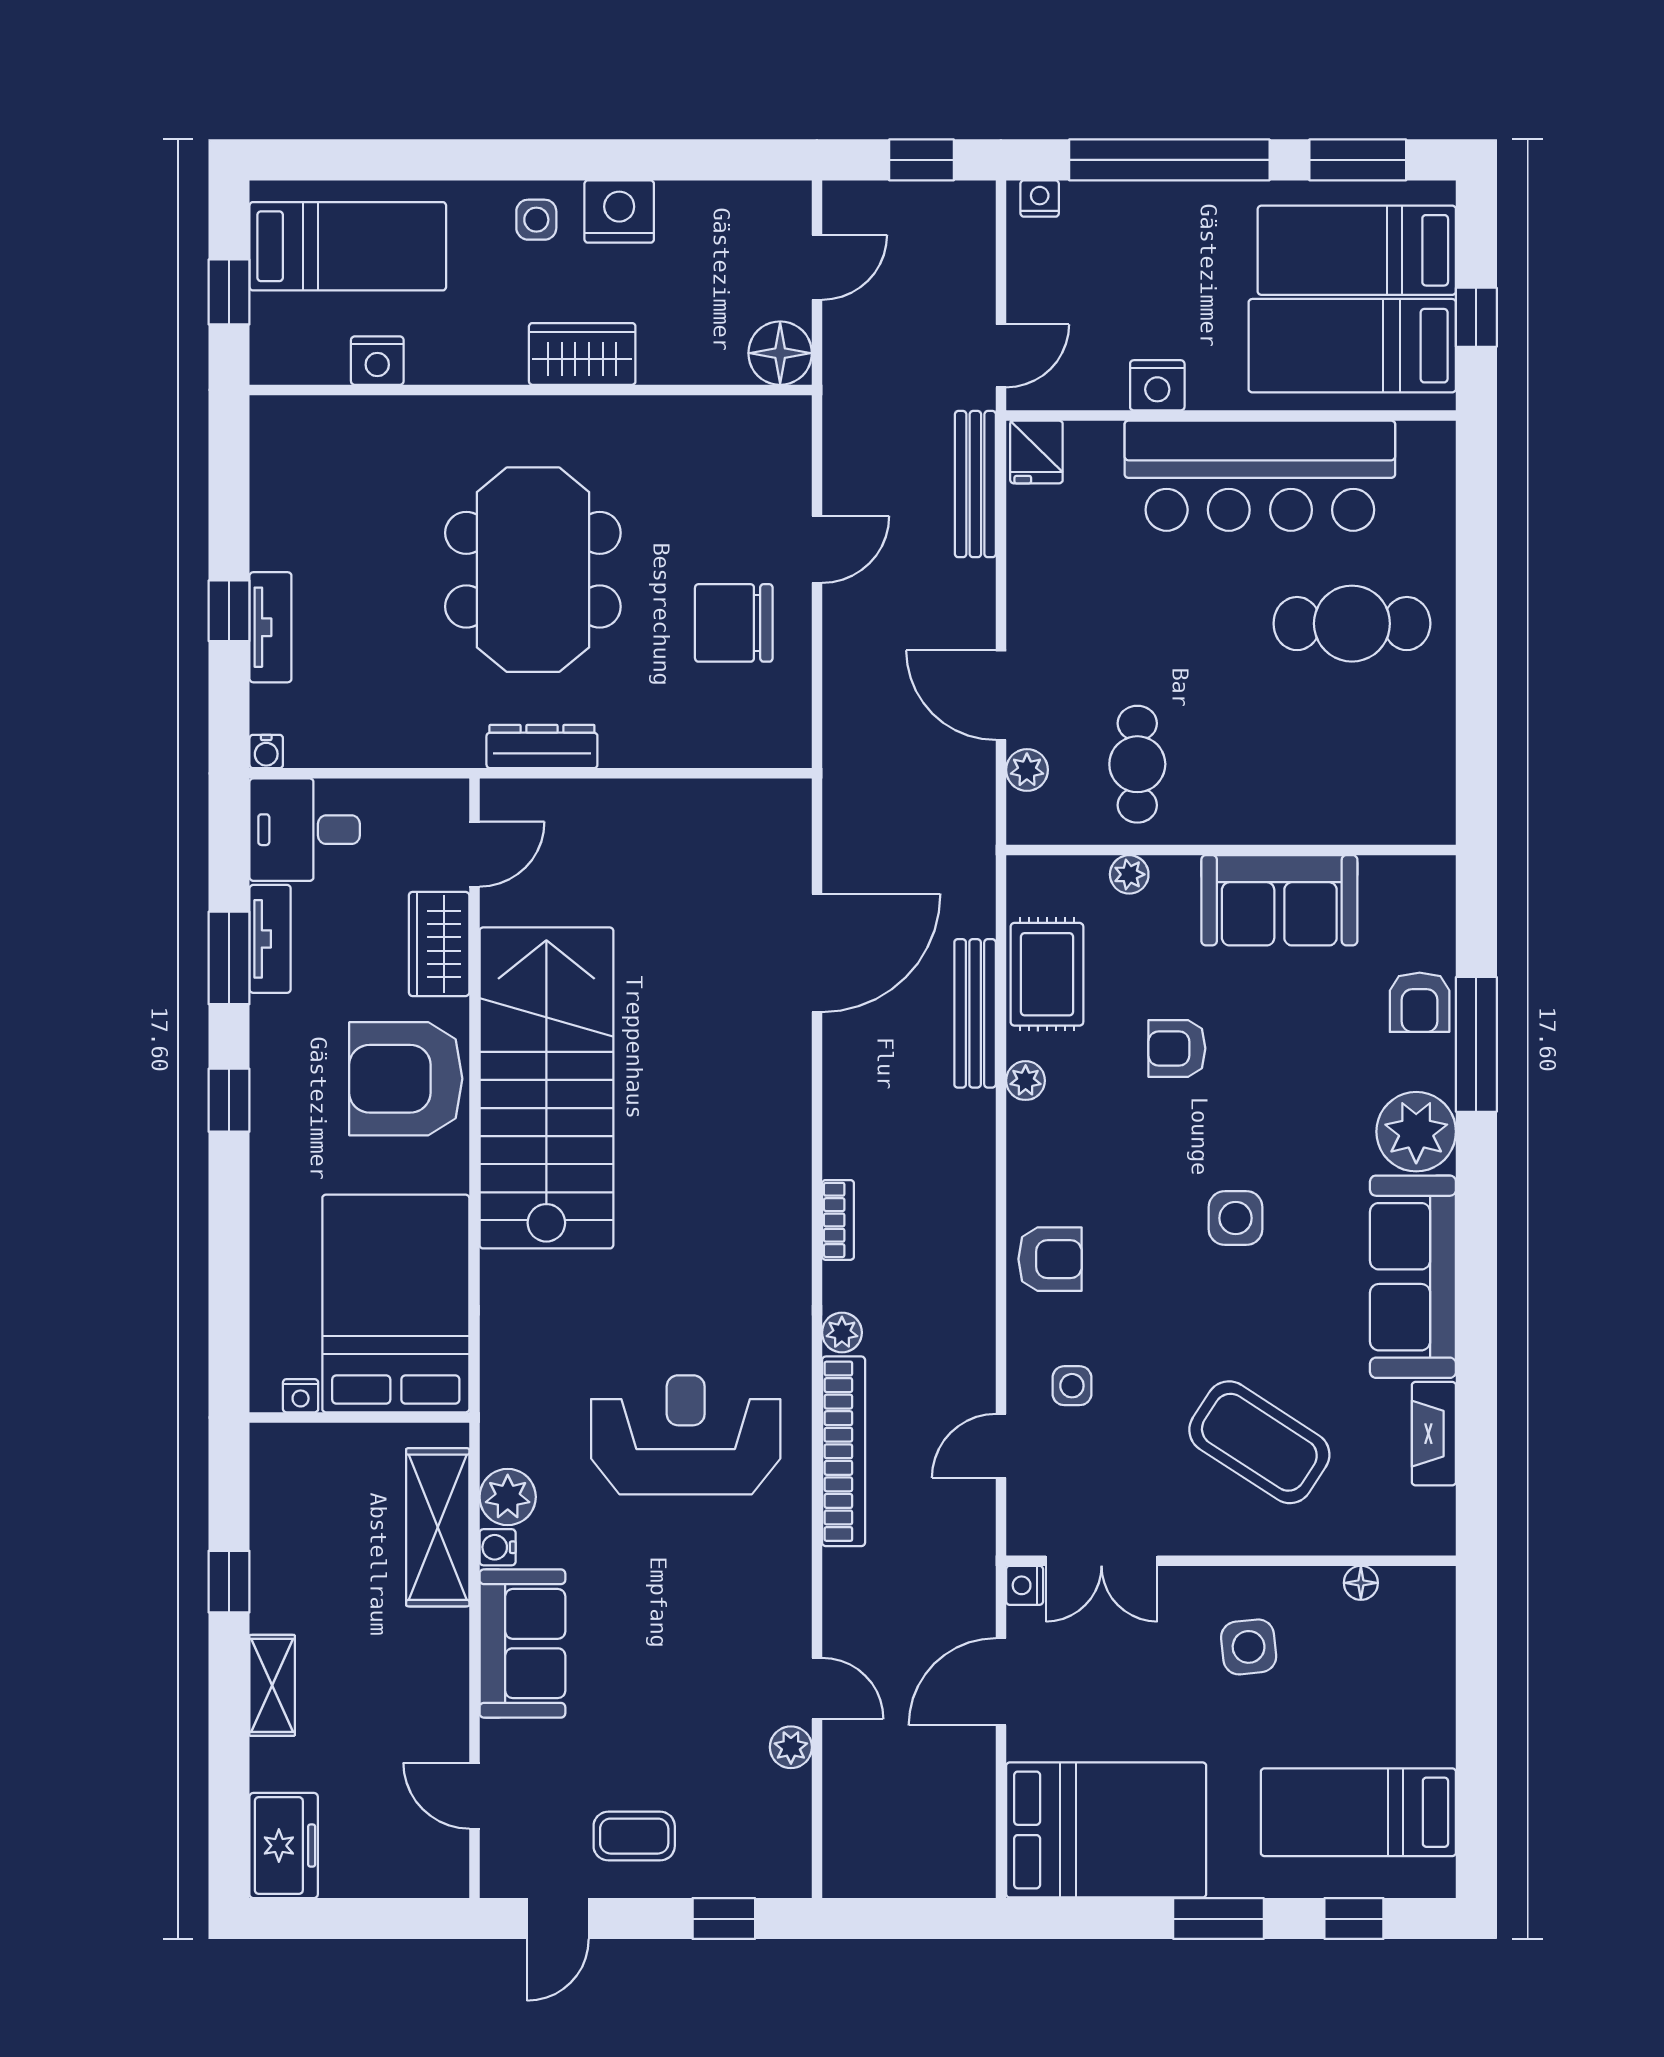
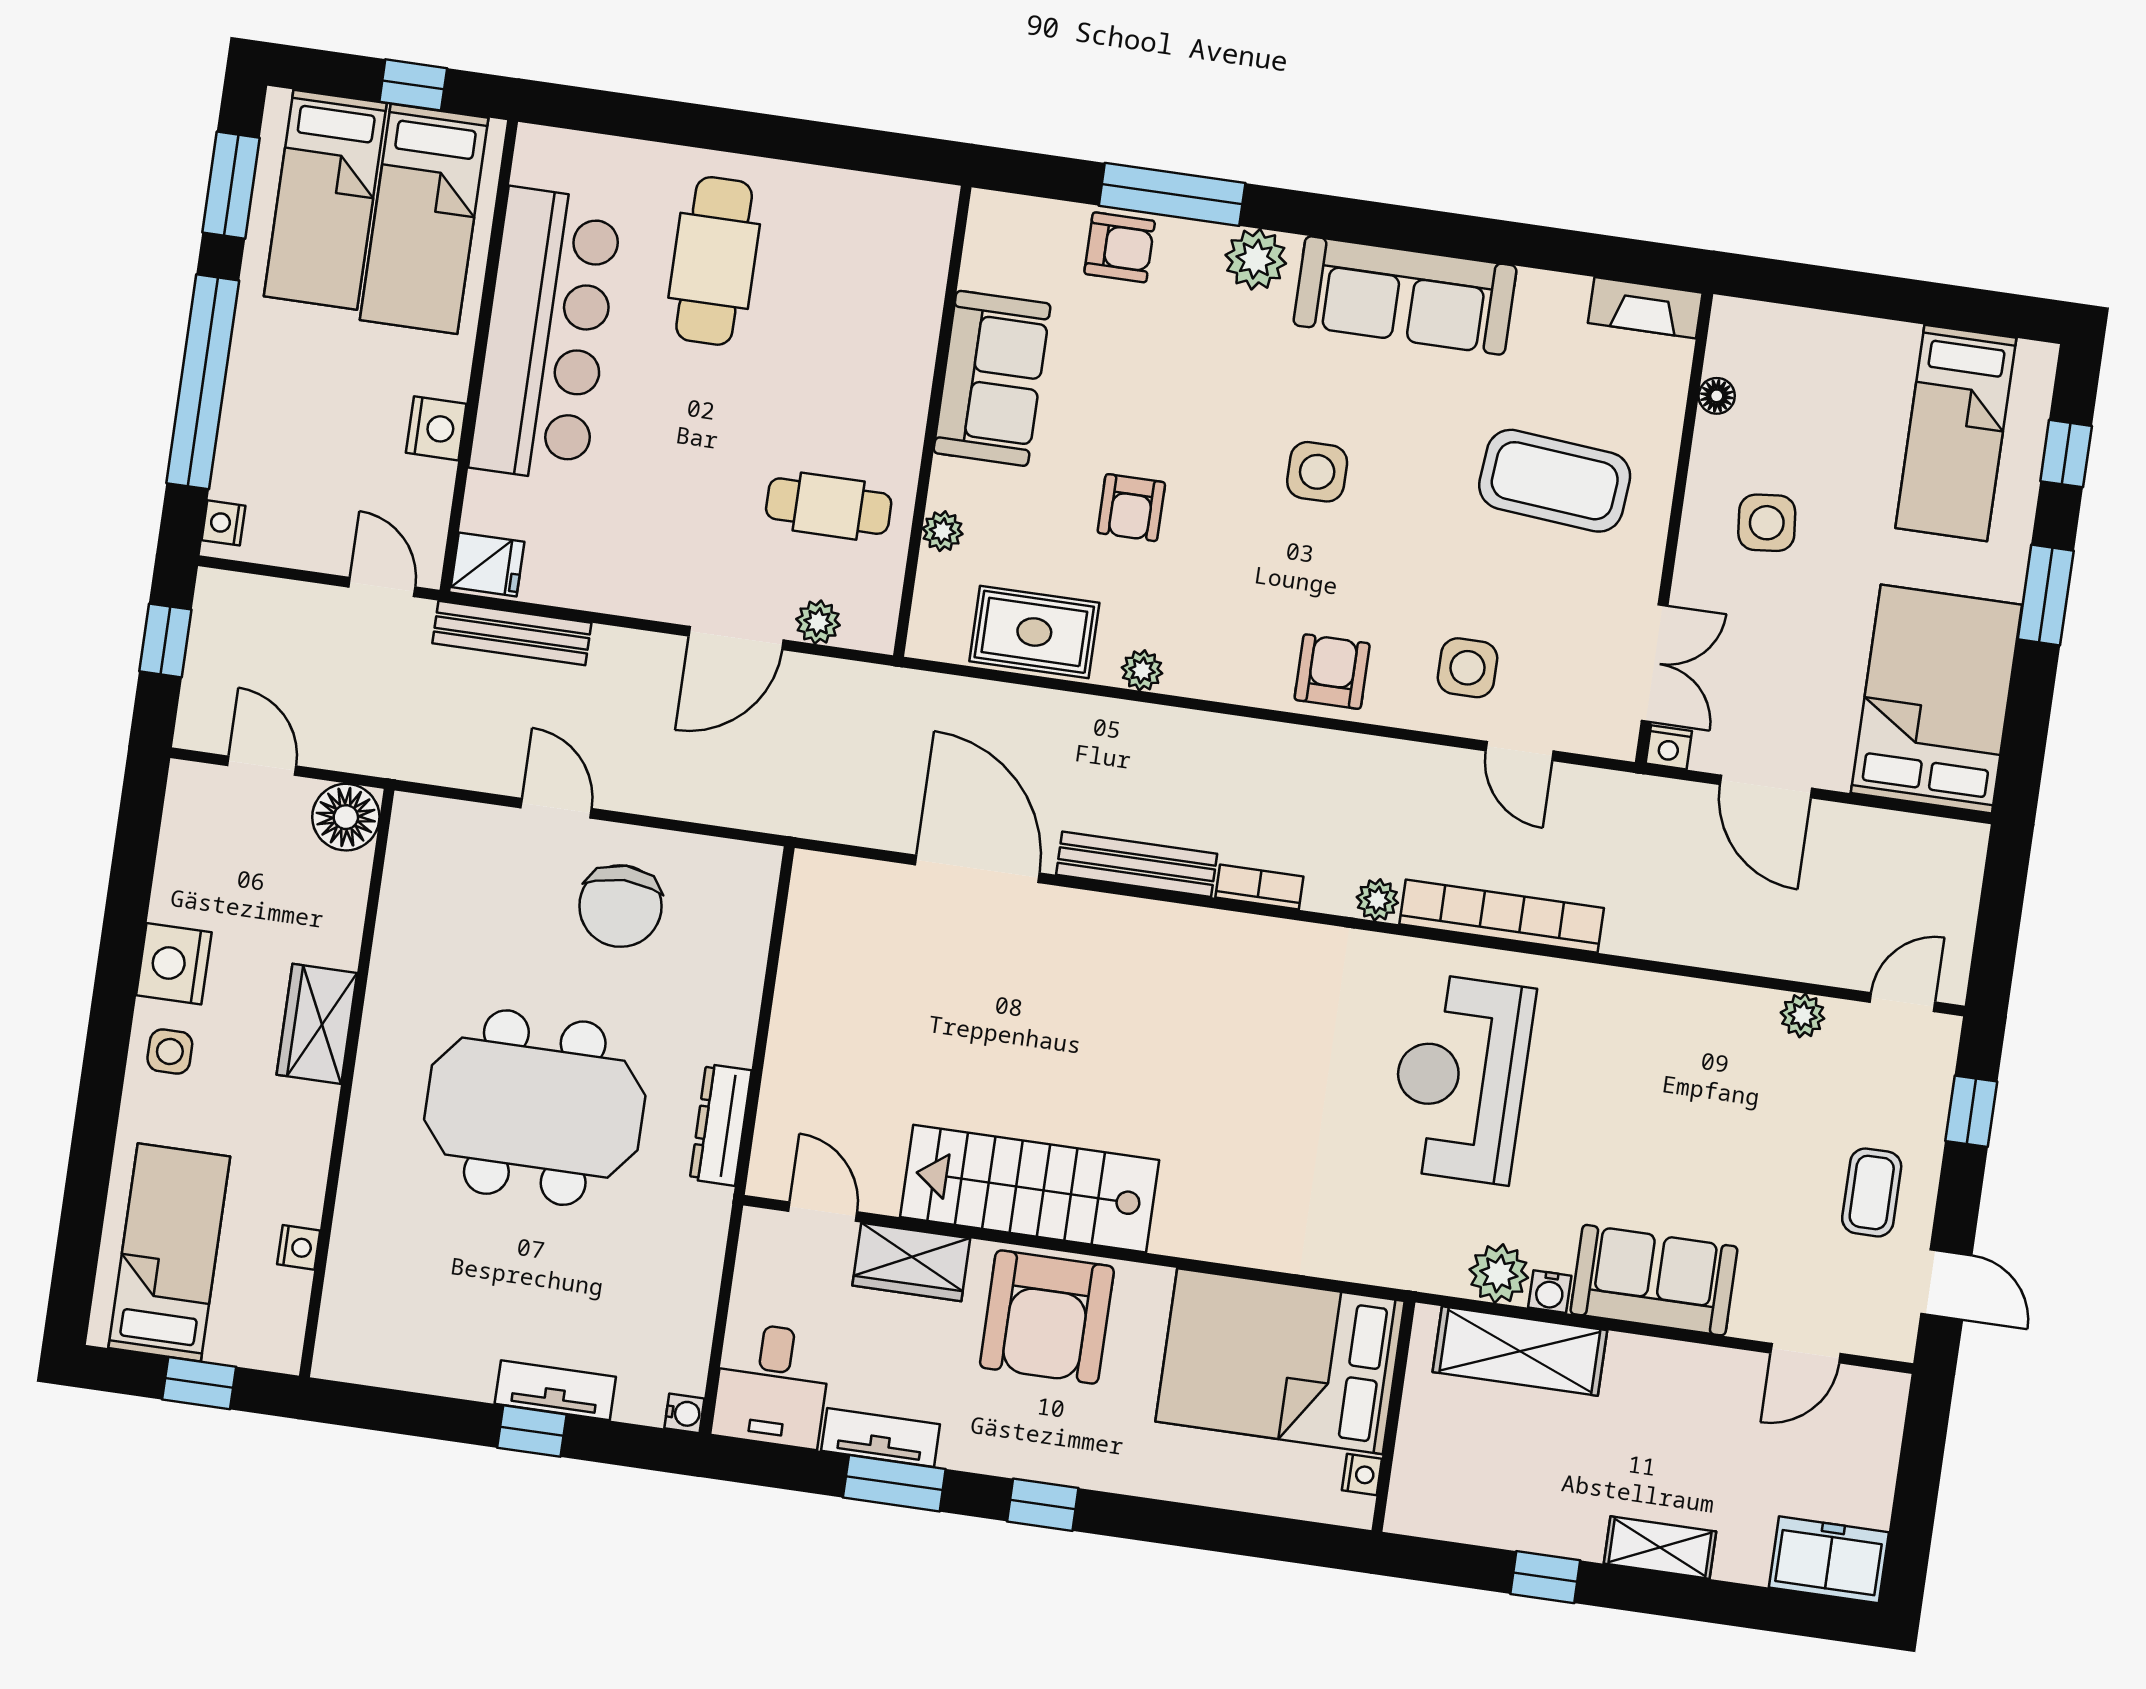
nightstand: (377, 361) -> (299, 1247), width x0.72, depth x0.74
bench: (975, 1013) -> (1137, 864), moved
stairs: (546, 1088) -> (1030, 1189), width x0.73, depth x0.66
plant: (1416, 1132) -> (1256, 259), width x0.73, depth x0.73
side table: (1072, 1386) -> (1467, 668), width x1.37, depth x1.37
fireplace: (1434, 1434) -> (1645, 308), moved
coffee table: (1259, 1442) -> (1555, 481), turned 62
door: (817, 1688) -> (1903, 1002), moved

